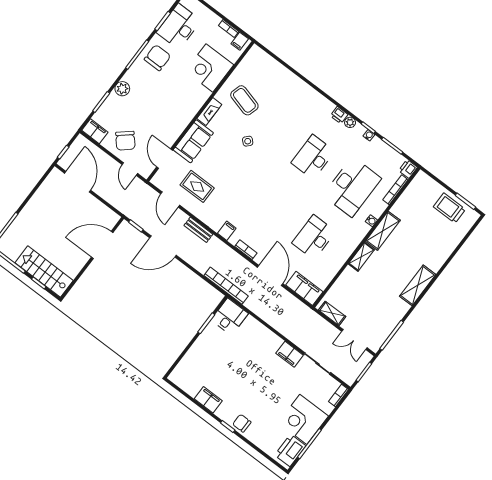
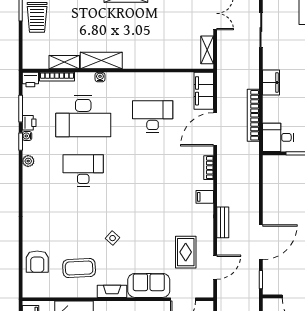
armchair: (272, 74) -> (37, 262), added
coffee table: (244, 100) -> (79, 268), turned 72
printer: (339, 115) -> (29, 123), moved
desk: (313, 157) -> (83, 170), turned 180
desk: (352, 187) -> (83, 116), turned 180
desk: (314, 237) -> (153, 116), turned 180
door: (163, 246) -> (261, 242), hinge flipped
shelving: (361, 257) -> (64, 62), moved
bookcase: (226, 286) -> (253, 115), moved
filing cabinet: (290, 354) -> (271, 82), moved

